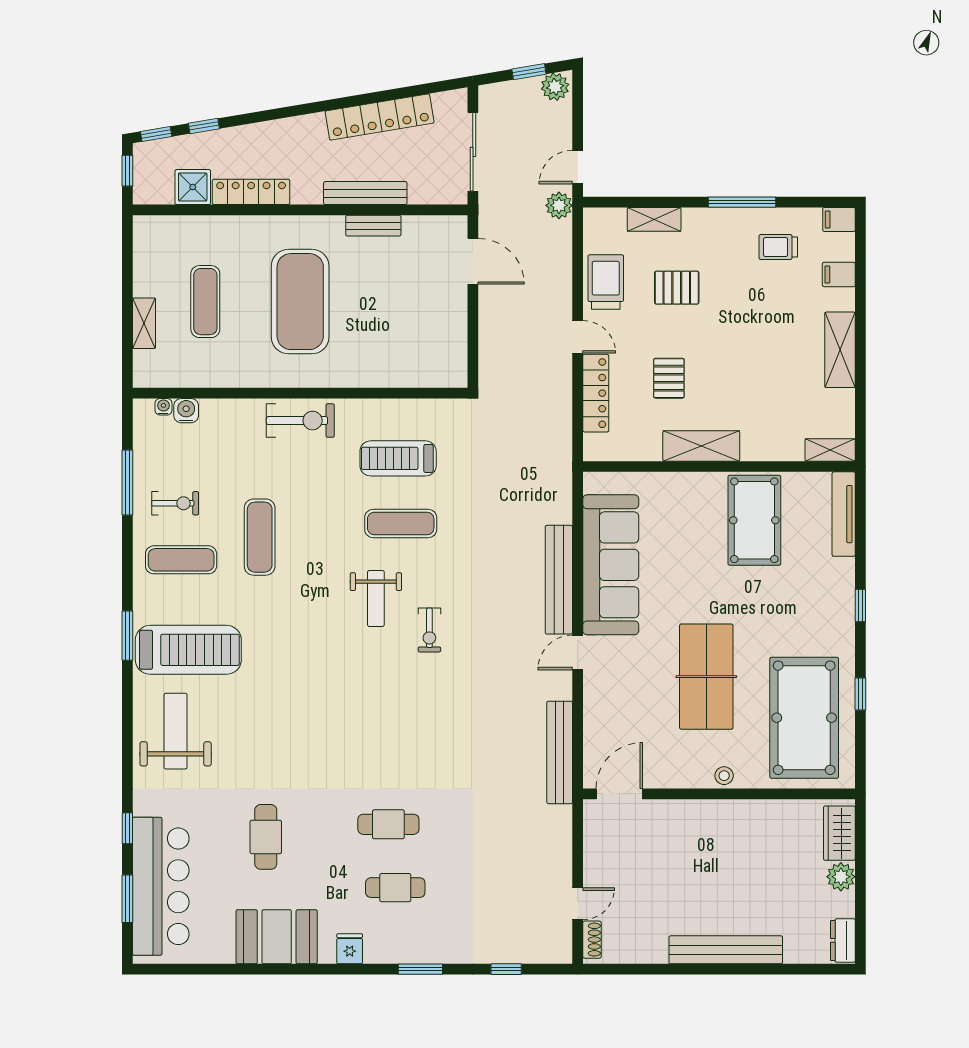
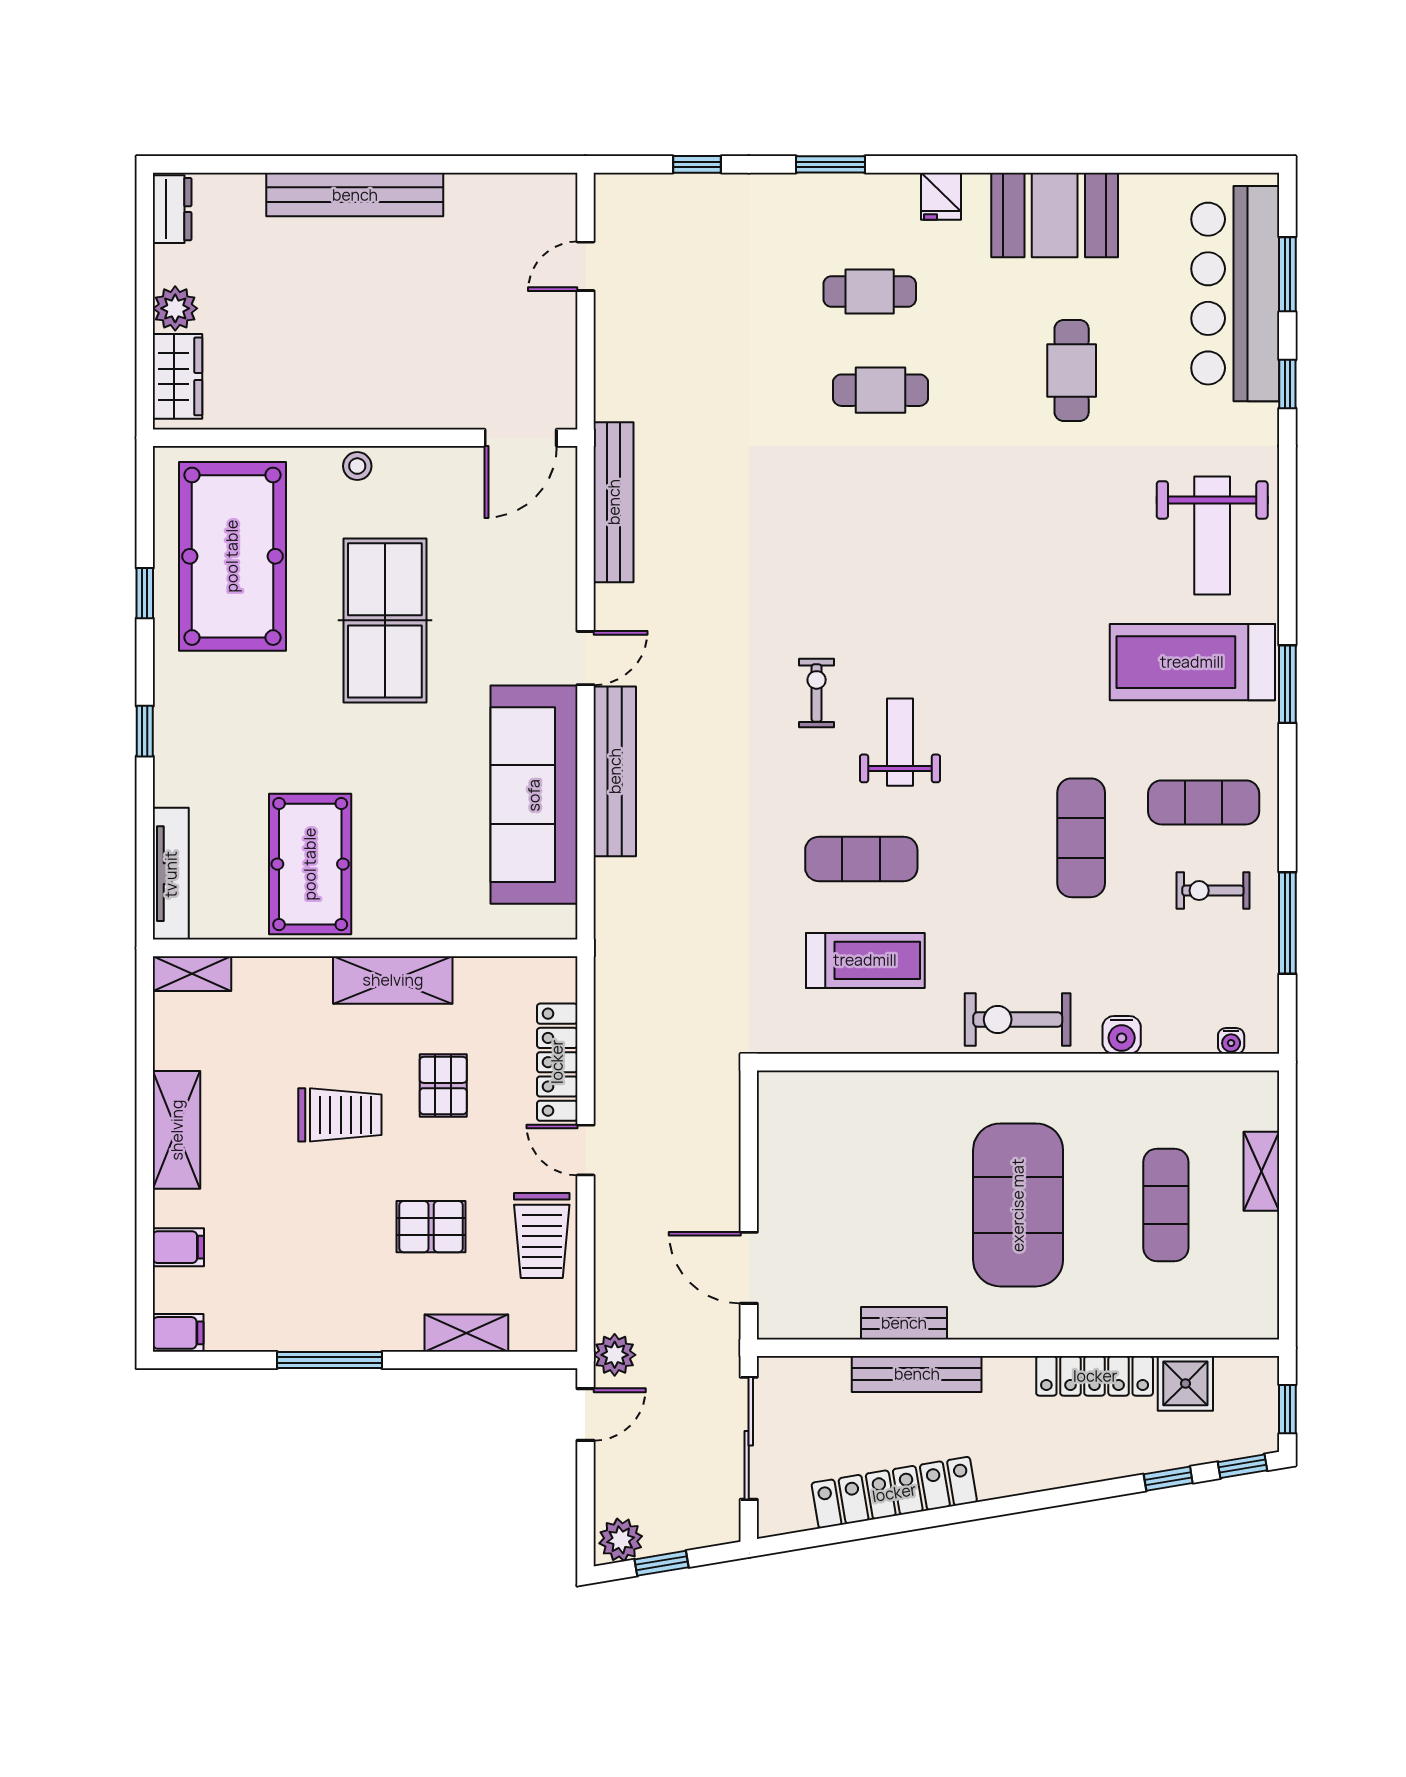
trolley: (778, 247) -> (340, 1115), moved, width x1.36, depth x1.39
water cooler: (186, 411) -> (1122, 1035), moved
shoe rack: (592, 940) -> (563, 210), removed

